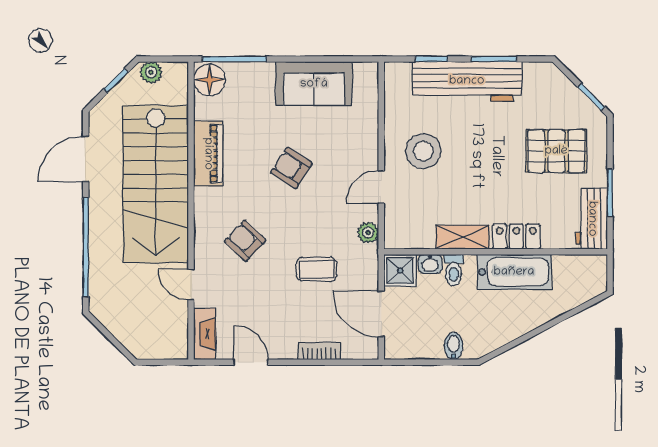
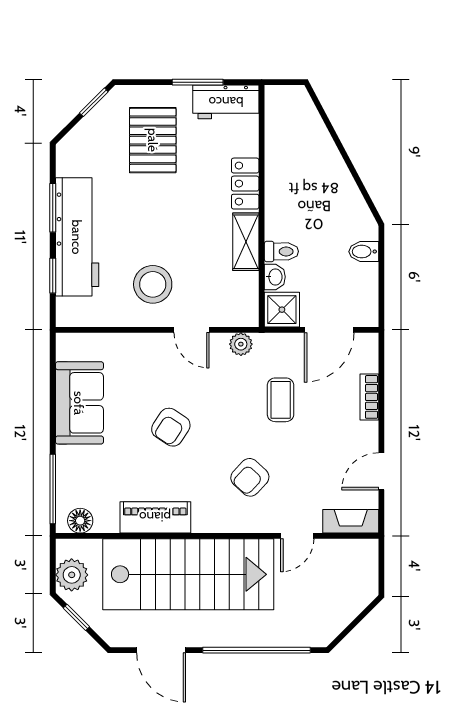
plant: (151, 72) -> (72, 575), width x1.38, depth x1.38
floor lamp: (210, 80) -> (80, 521), width x0.73, depth x0.73
bathtub: (514, 272) -> (283, 186), removed

